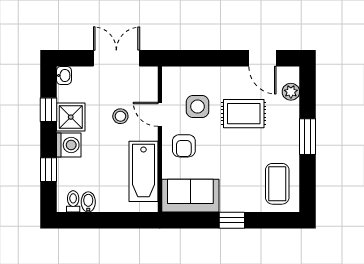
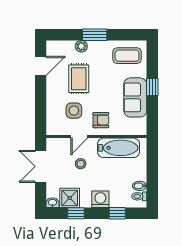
plant: (291, 92) -> (81, 46), moved
shower: (71, 117) -> (70, 198), moved
sofa: (190, 196) -> (135, 97), moved

